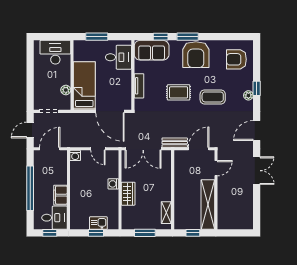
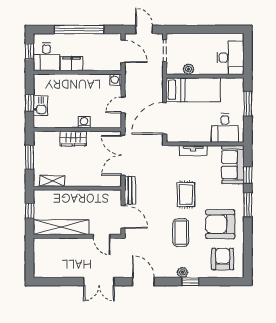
armchair: (196, 55) -> (220, 224), moved

